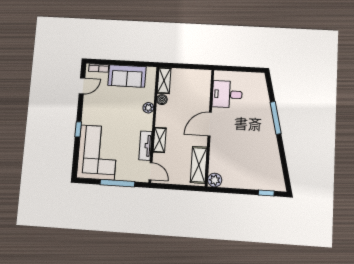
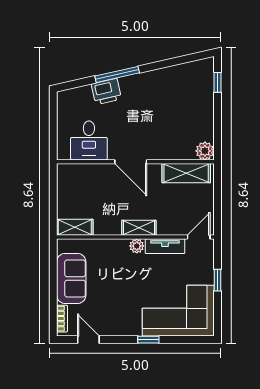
boiler: (162, 100) -> (101, 228), removed
plant: (148, 108) -> (137, 246), moved
printer: (263, 109) -> (106, 92), added
shelving: (160, 140) -> (139, 228), moved
window: (117, 183) -> (217, 280), width x0.46

